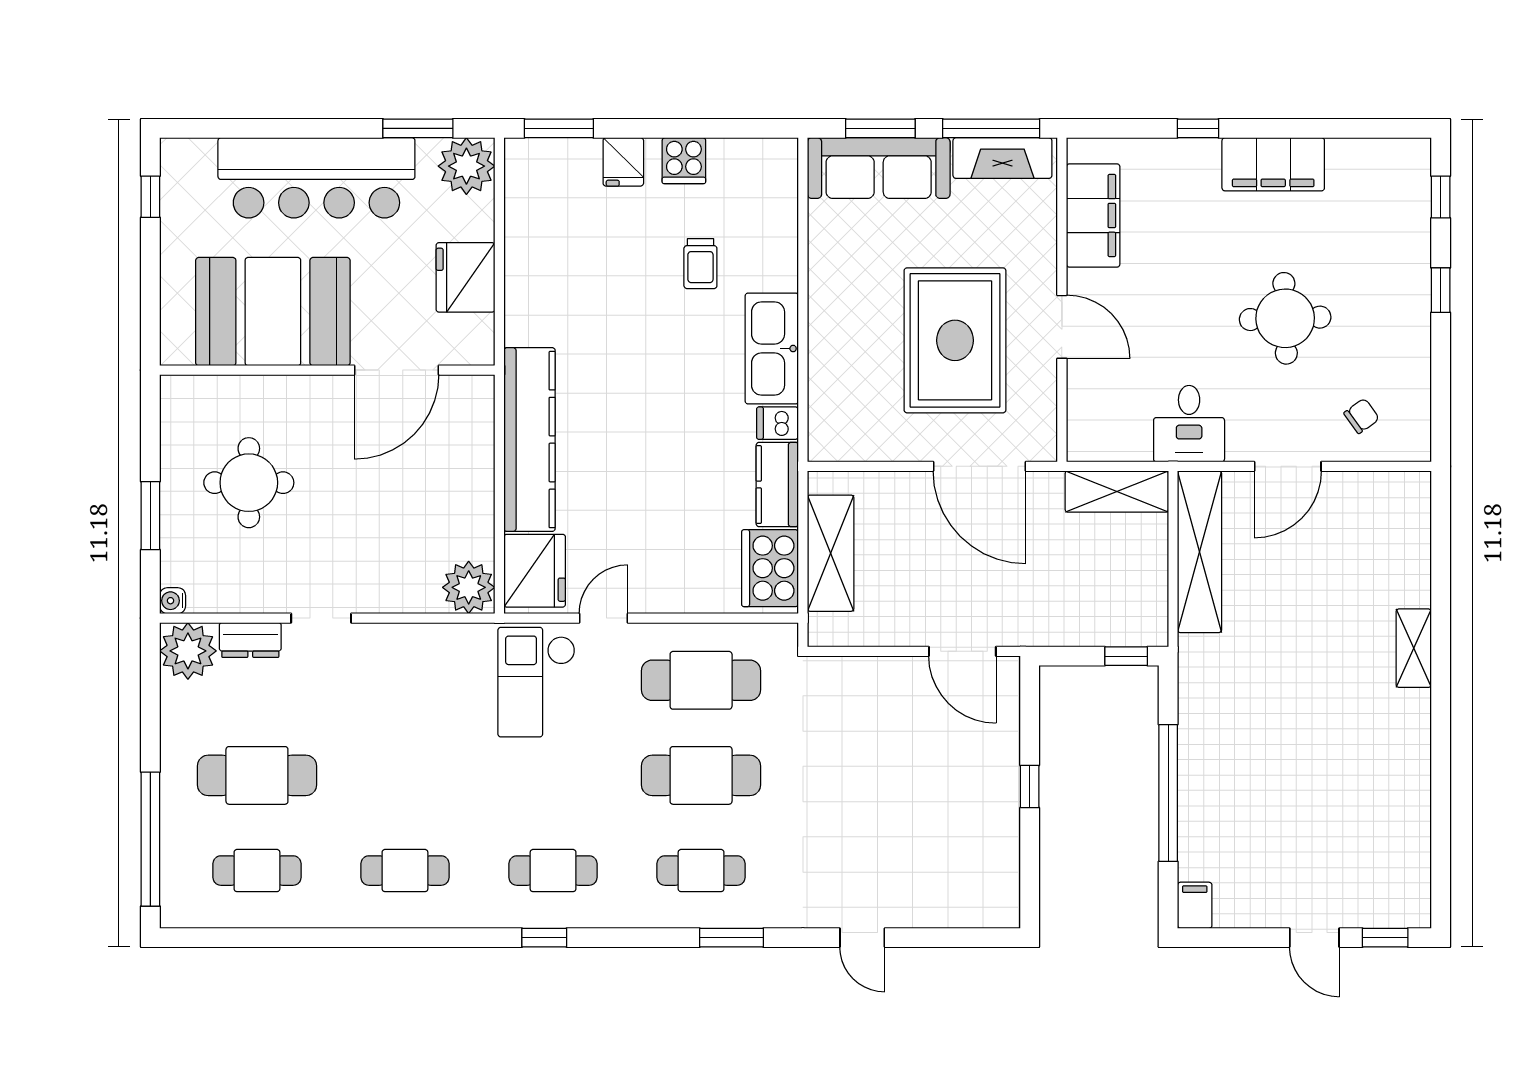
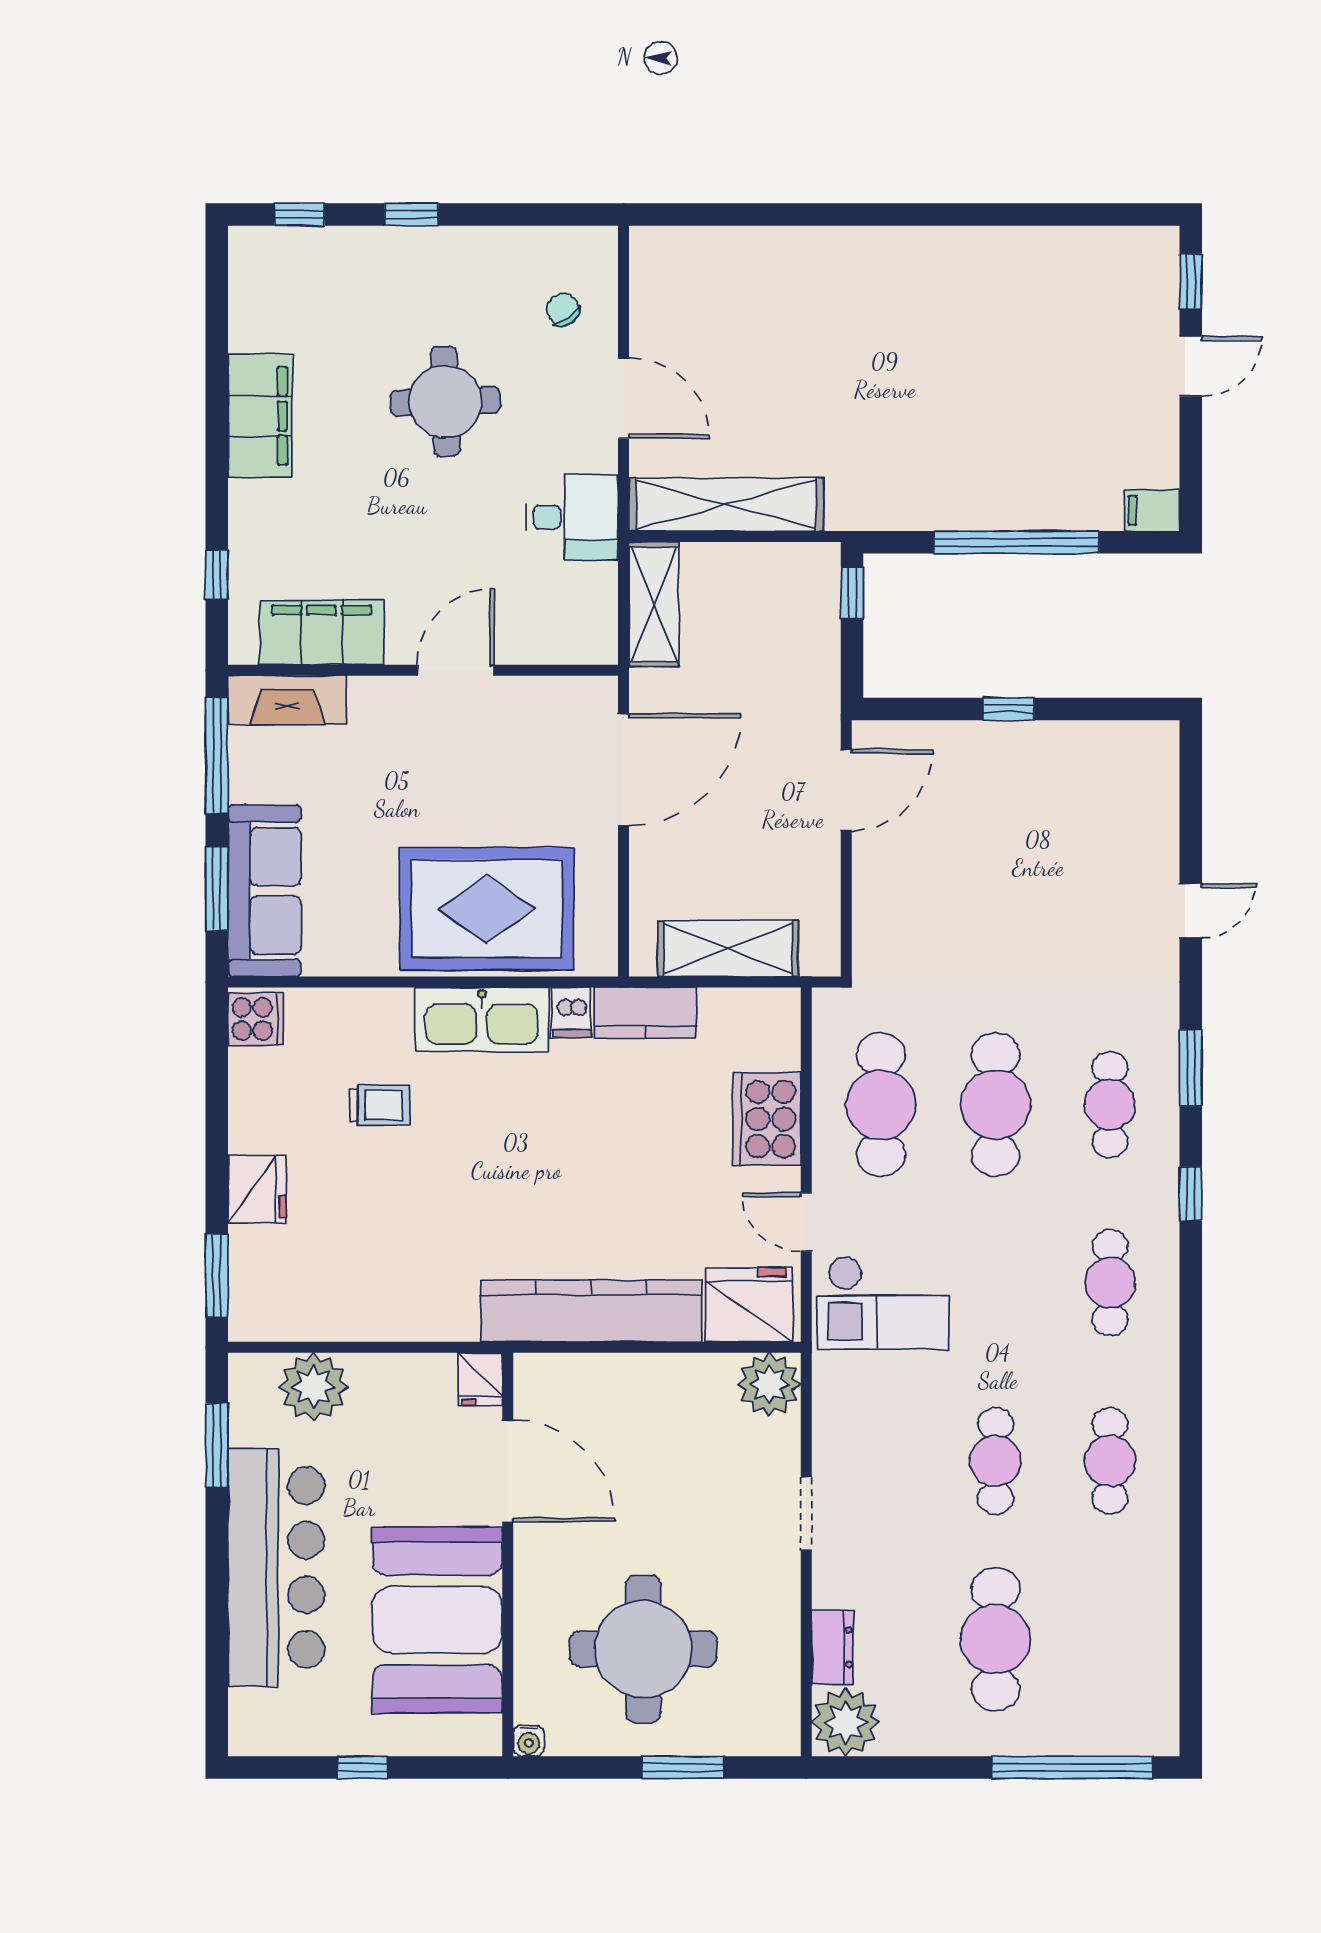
window: (1198, 128) -> (217, 575), moved
fireplace: (1002, 158) -> (287, 700), moved, turned 90
cooker: (684, 161) -> (256, 1019), moved
fridge: (623, 162) -> (257, 1189), width x1.38
plant: (466, 166) -> (313, 1387), moved
window: (150, 197) -> (362, 1767), moved
fridge: (466, 277) -> (480, 1379), moved, width x0.53, depth x0.75
rug: (955, 340) -> (487, 909), moved
round table: (249, 483) -> (643, 1649), width x1.36, depth x1.36
cooker: (770, 568) -> (767, 1119), moved, turned 90
water cooler: (173, 601) -> (529, 1741), moved
doorway: (321, 618) -> (806, 1513), moved
shelving: (1414, 648) -> (842, 247), removed
cafe table: (257, 871) -> (996, 1461), moved
window: (544, 938) -> (1191, 1194), moved

